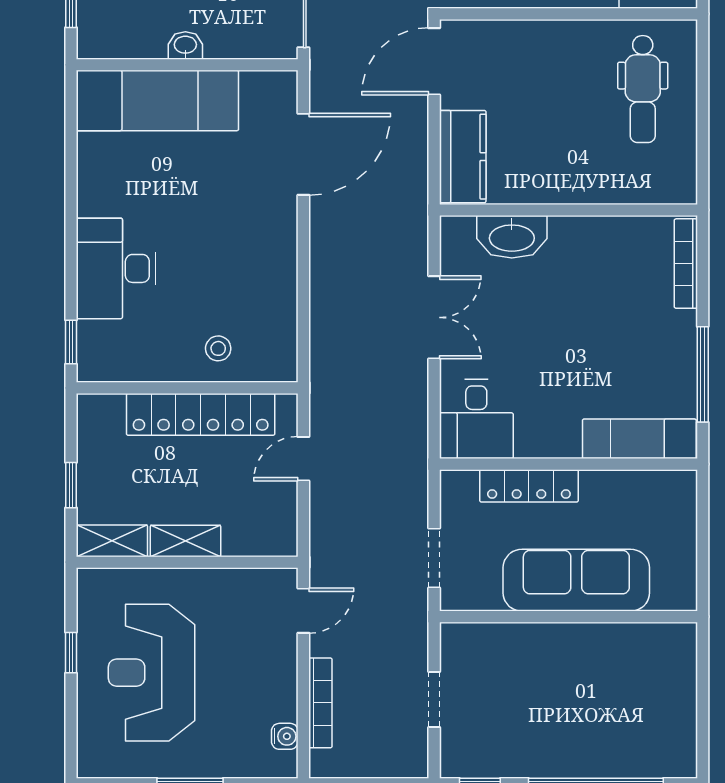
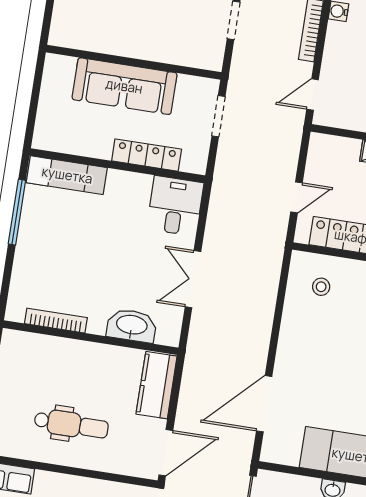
dental chair: (643, 89) -> (71, 425), moved, turned 90
bookcase: (686, 264) -> (56, 321), moved, turned -90
stool: (218, 348) -> (321, 287), moved

